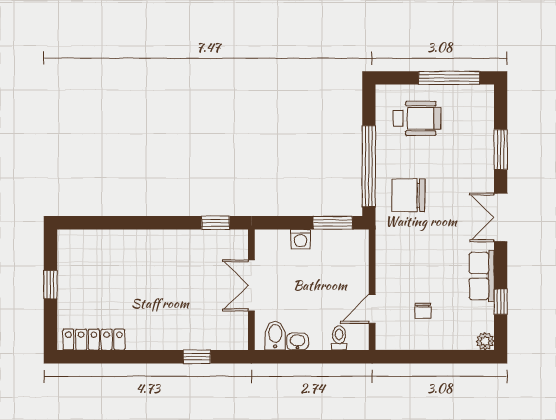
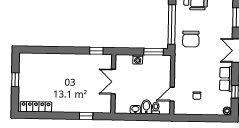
chair: (408, 195) -> (191, 39), turned -90
bidet: (275, 336) -> (146, 107), moved

